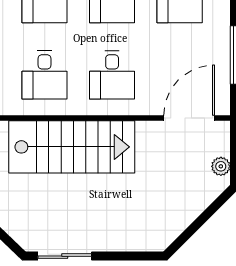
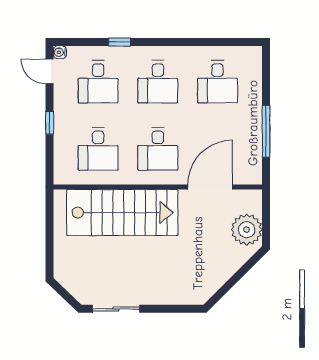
door: (189, 118) -> (210, 187), moved
plant: (221, 166) -> (247, 230), width x1.87, depth x1.87

